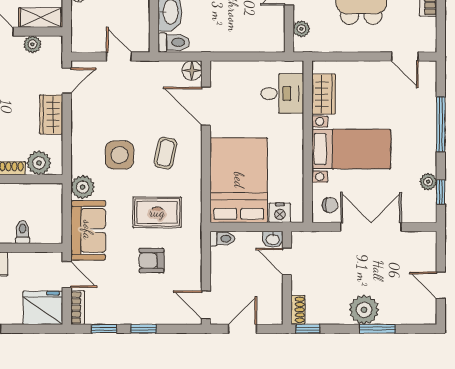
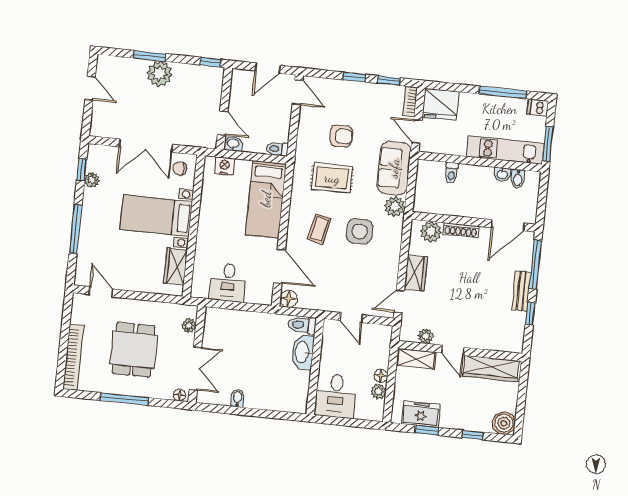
desk: (282, 93) -> (228, 282), moved, turned -90
bed: (239, 180) -> (266, 199), width x0.67
shoe rack: (298, 310) -> (217, 80), removed

